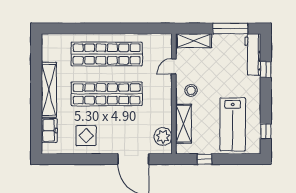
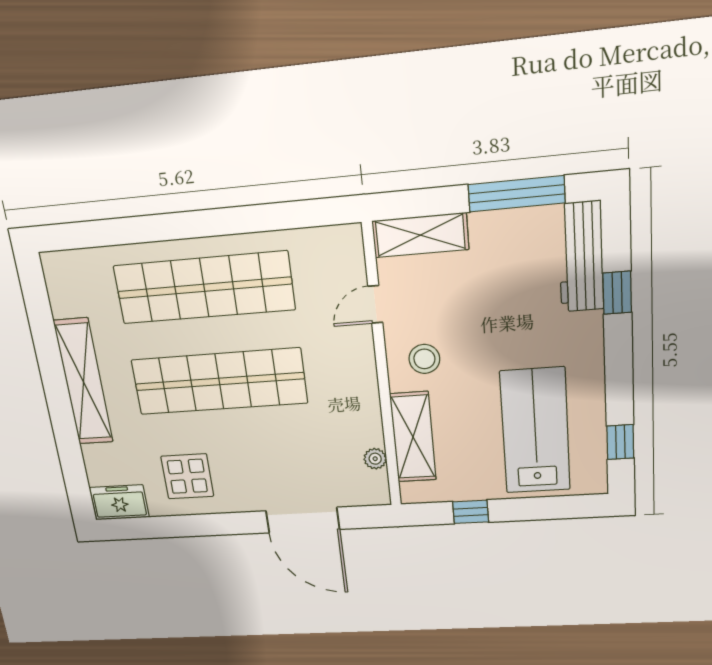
lab bench: (233, 124) -> (535, 431), turned 180
freezer: (49, 131) -> (119, 502), moved, turned -90
plant: (163, 137) -> (375, 459), width x0.53, depth x0.53

